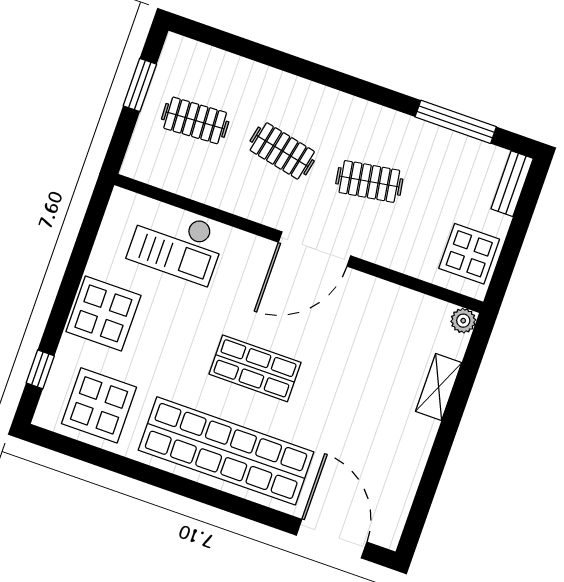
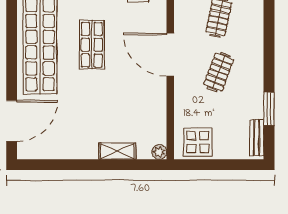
window: (456, 122) -> (269, 109), width x0.69
clothes rail: (369, 181) -> (219, 72), turned 30
bench: (512, 184) -> (257, 138), moved, turned 90

